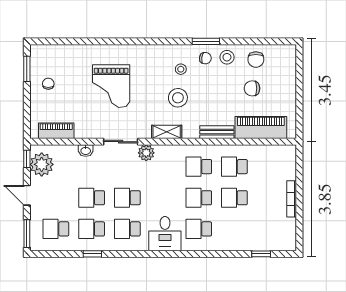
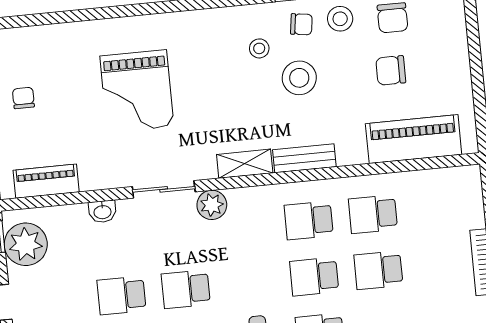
stool: (178, 98) -> (299, 78), moved
bench: (217, 132) -> (304, 158), moved

